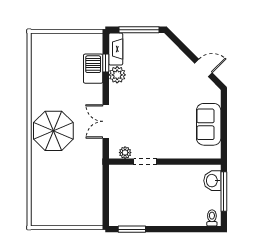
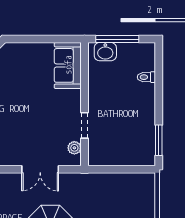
sofa: (209, 124) -> (68, 65), moved, turned 90
toilet: (212, 218) -> (146, 77), moved

